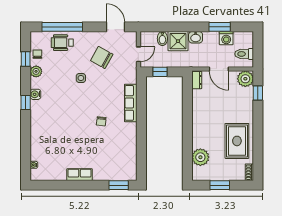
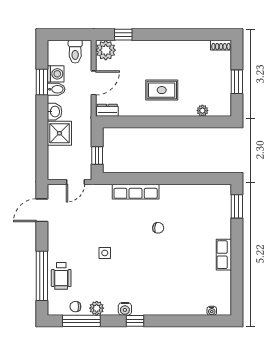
bidet: (162, 39) -> (56, 89), moved
door: (138, 54) -> (76, 182), swing flipped
chair: (102, 57) -> (79, 227), removed
window: (26, 59) -> (81, 321), width x2.17
rug: (237, 141) -> (162, 90), moved, width x0.73, depth x0.70
plant: (200, 157) -> (202, 111), width x0.53, depth x0.53

